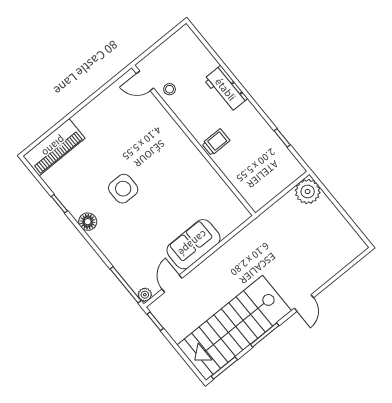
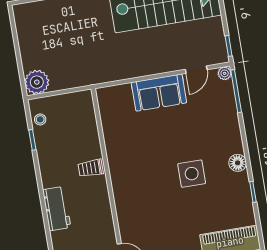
stool: (170, 89) -> (40, 119), moved

